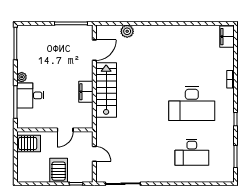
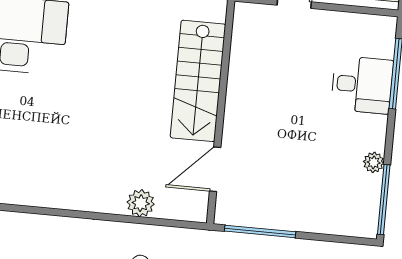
plant: (22, 77) -> (374, 162), moved
filing cabinet: (86, 92) -> (242, 81), removed

